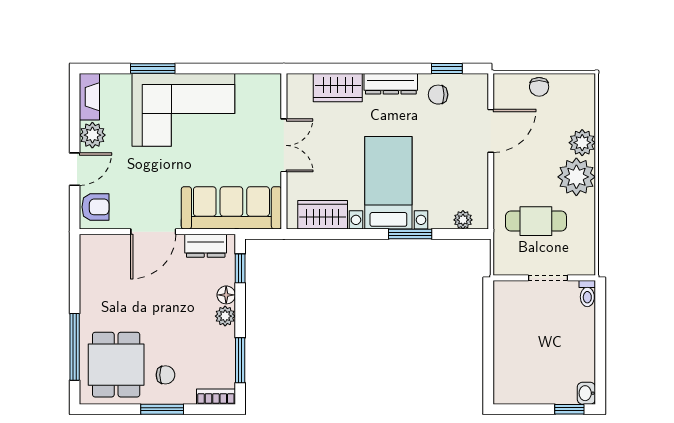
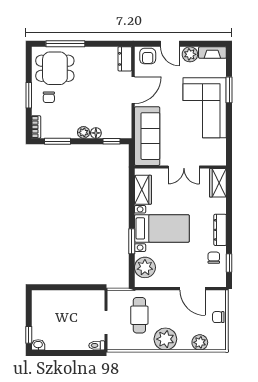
wardrobe: (338, 88) -> (218, 183), moved
plant: (582, 143) -> (200, 342), moved
plant: (463, 220) -> (145, 267), width x1.88, depth x1.88
door: (153, 232) -> (133, 90), swing flipped
dresser: (206, 246) -> (125, 59), moved

